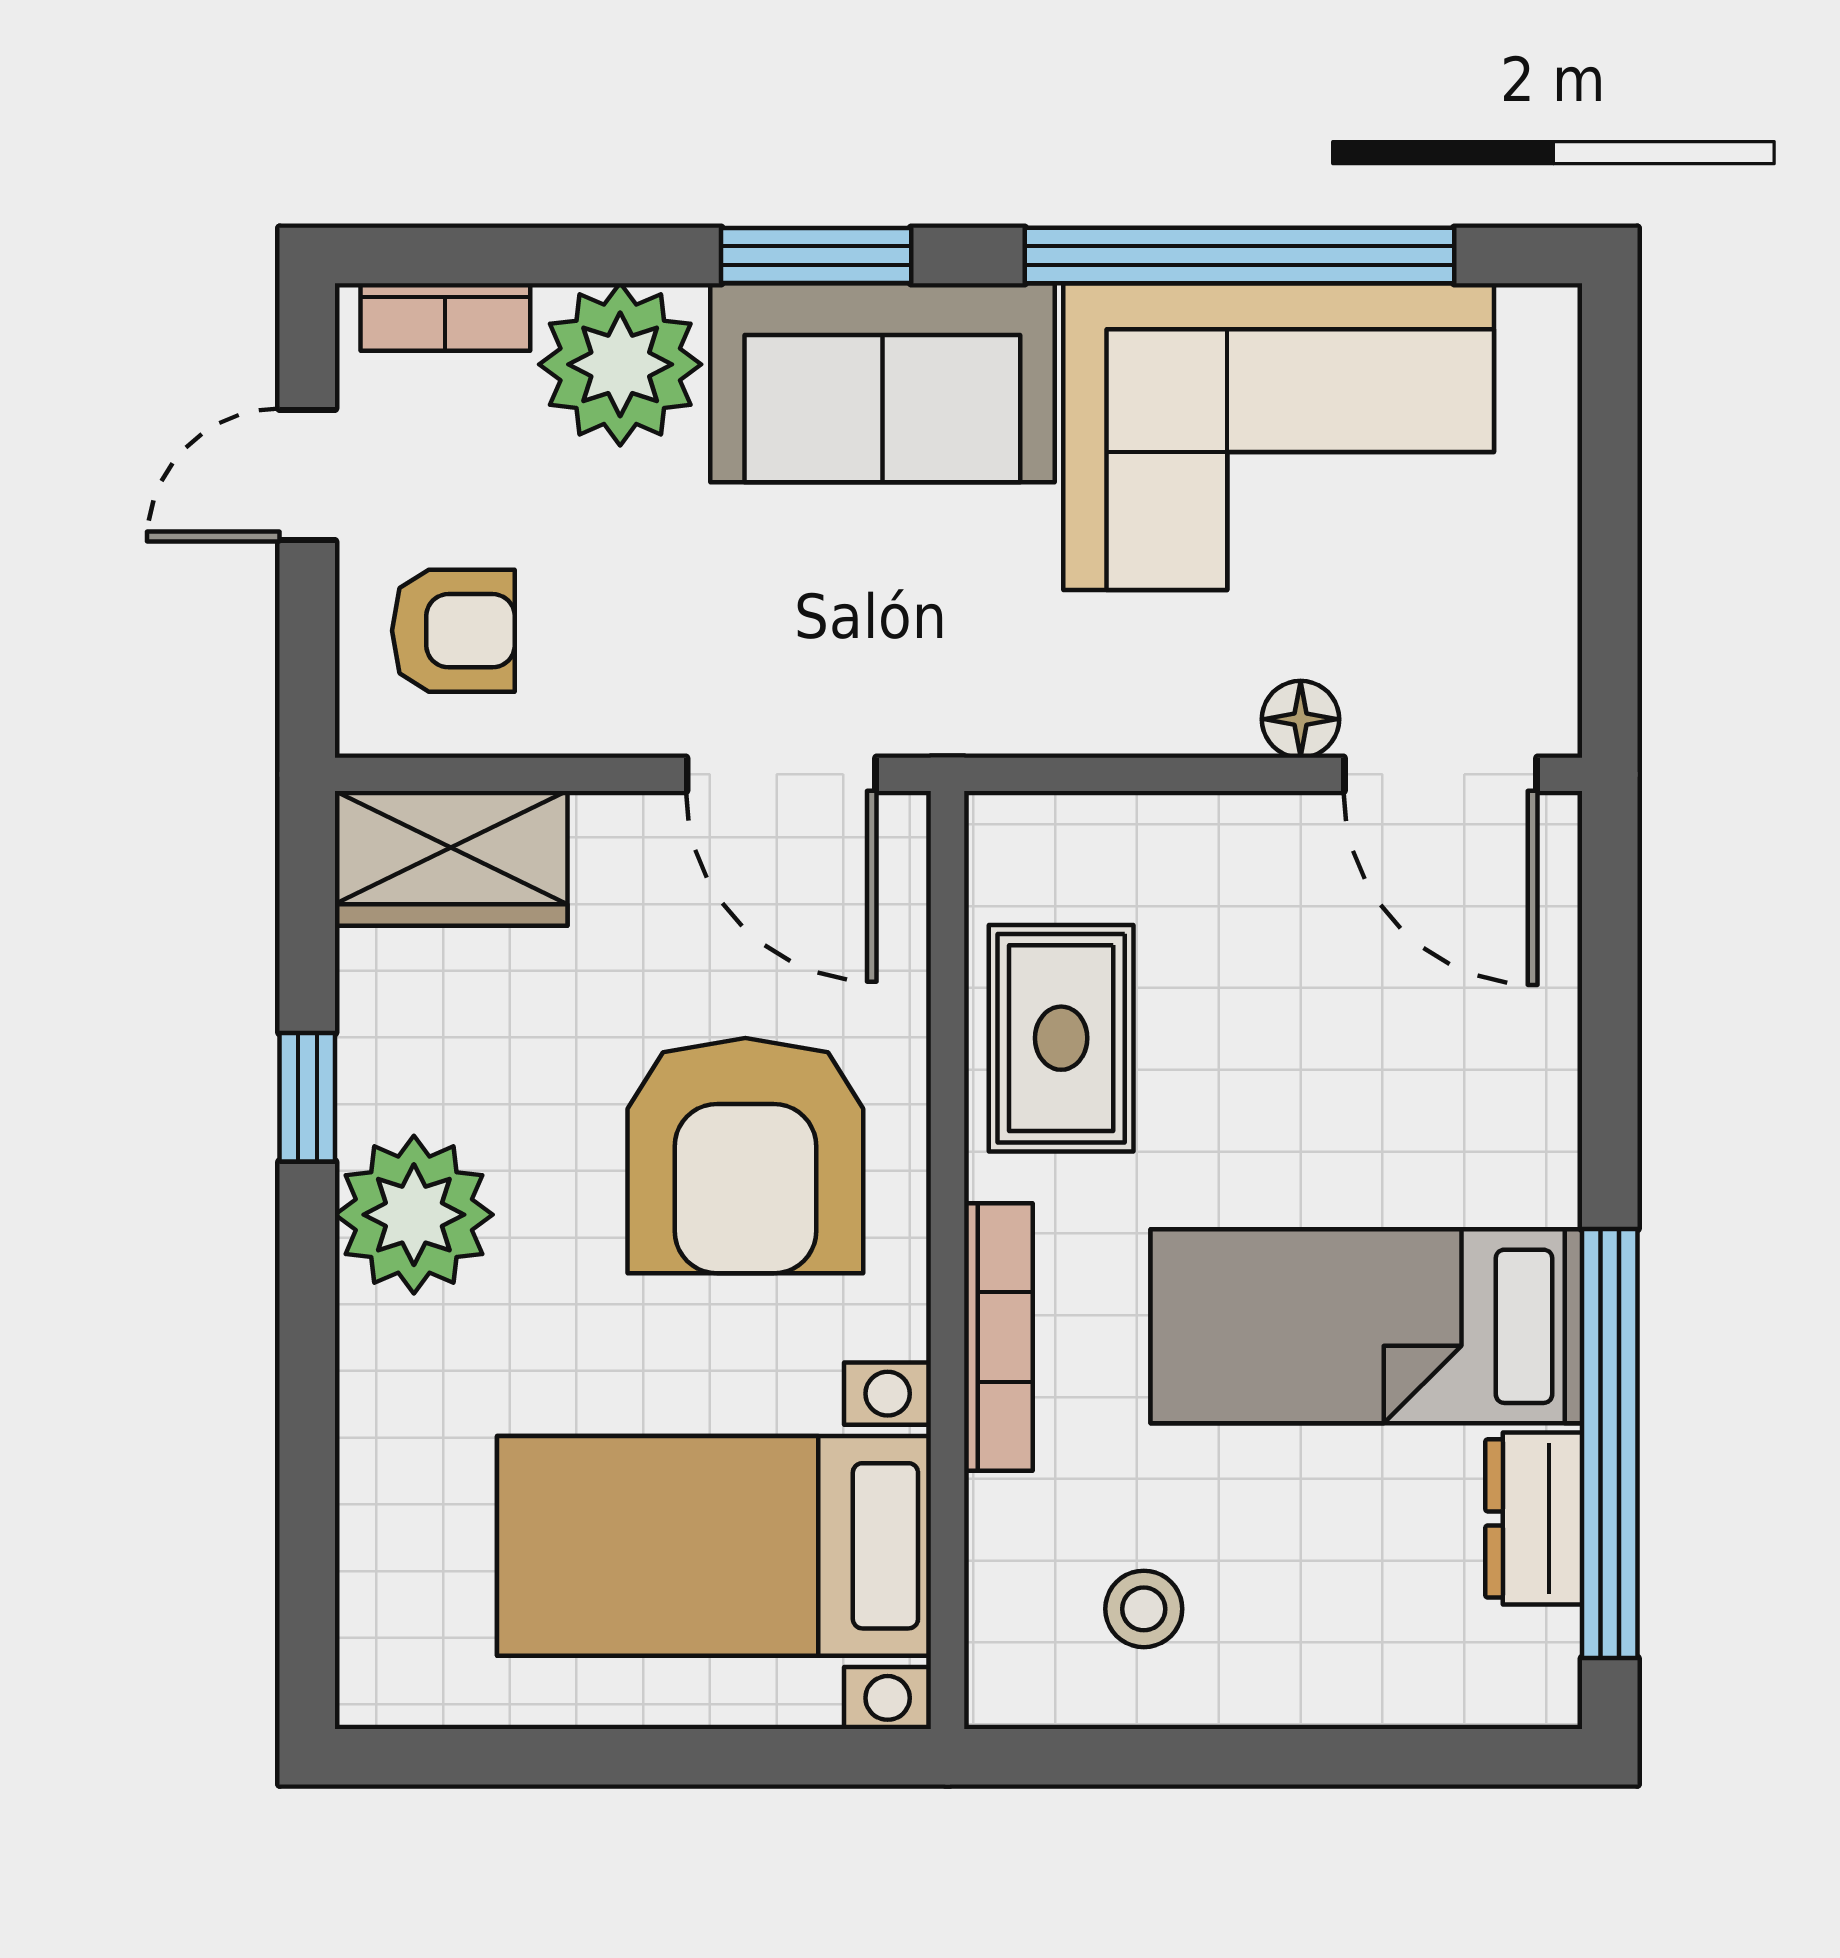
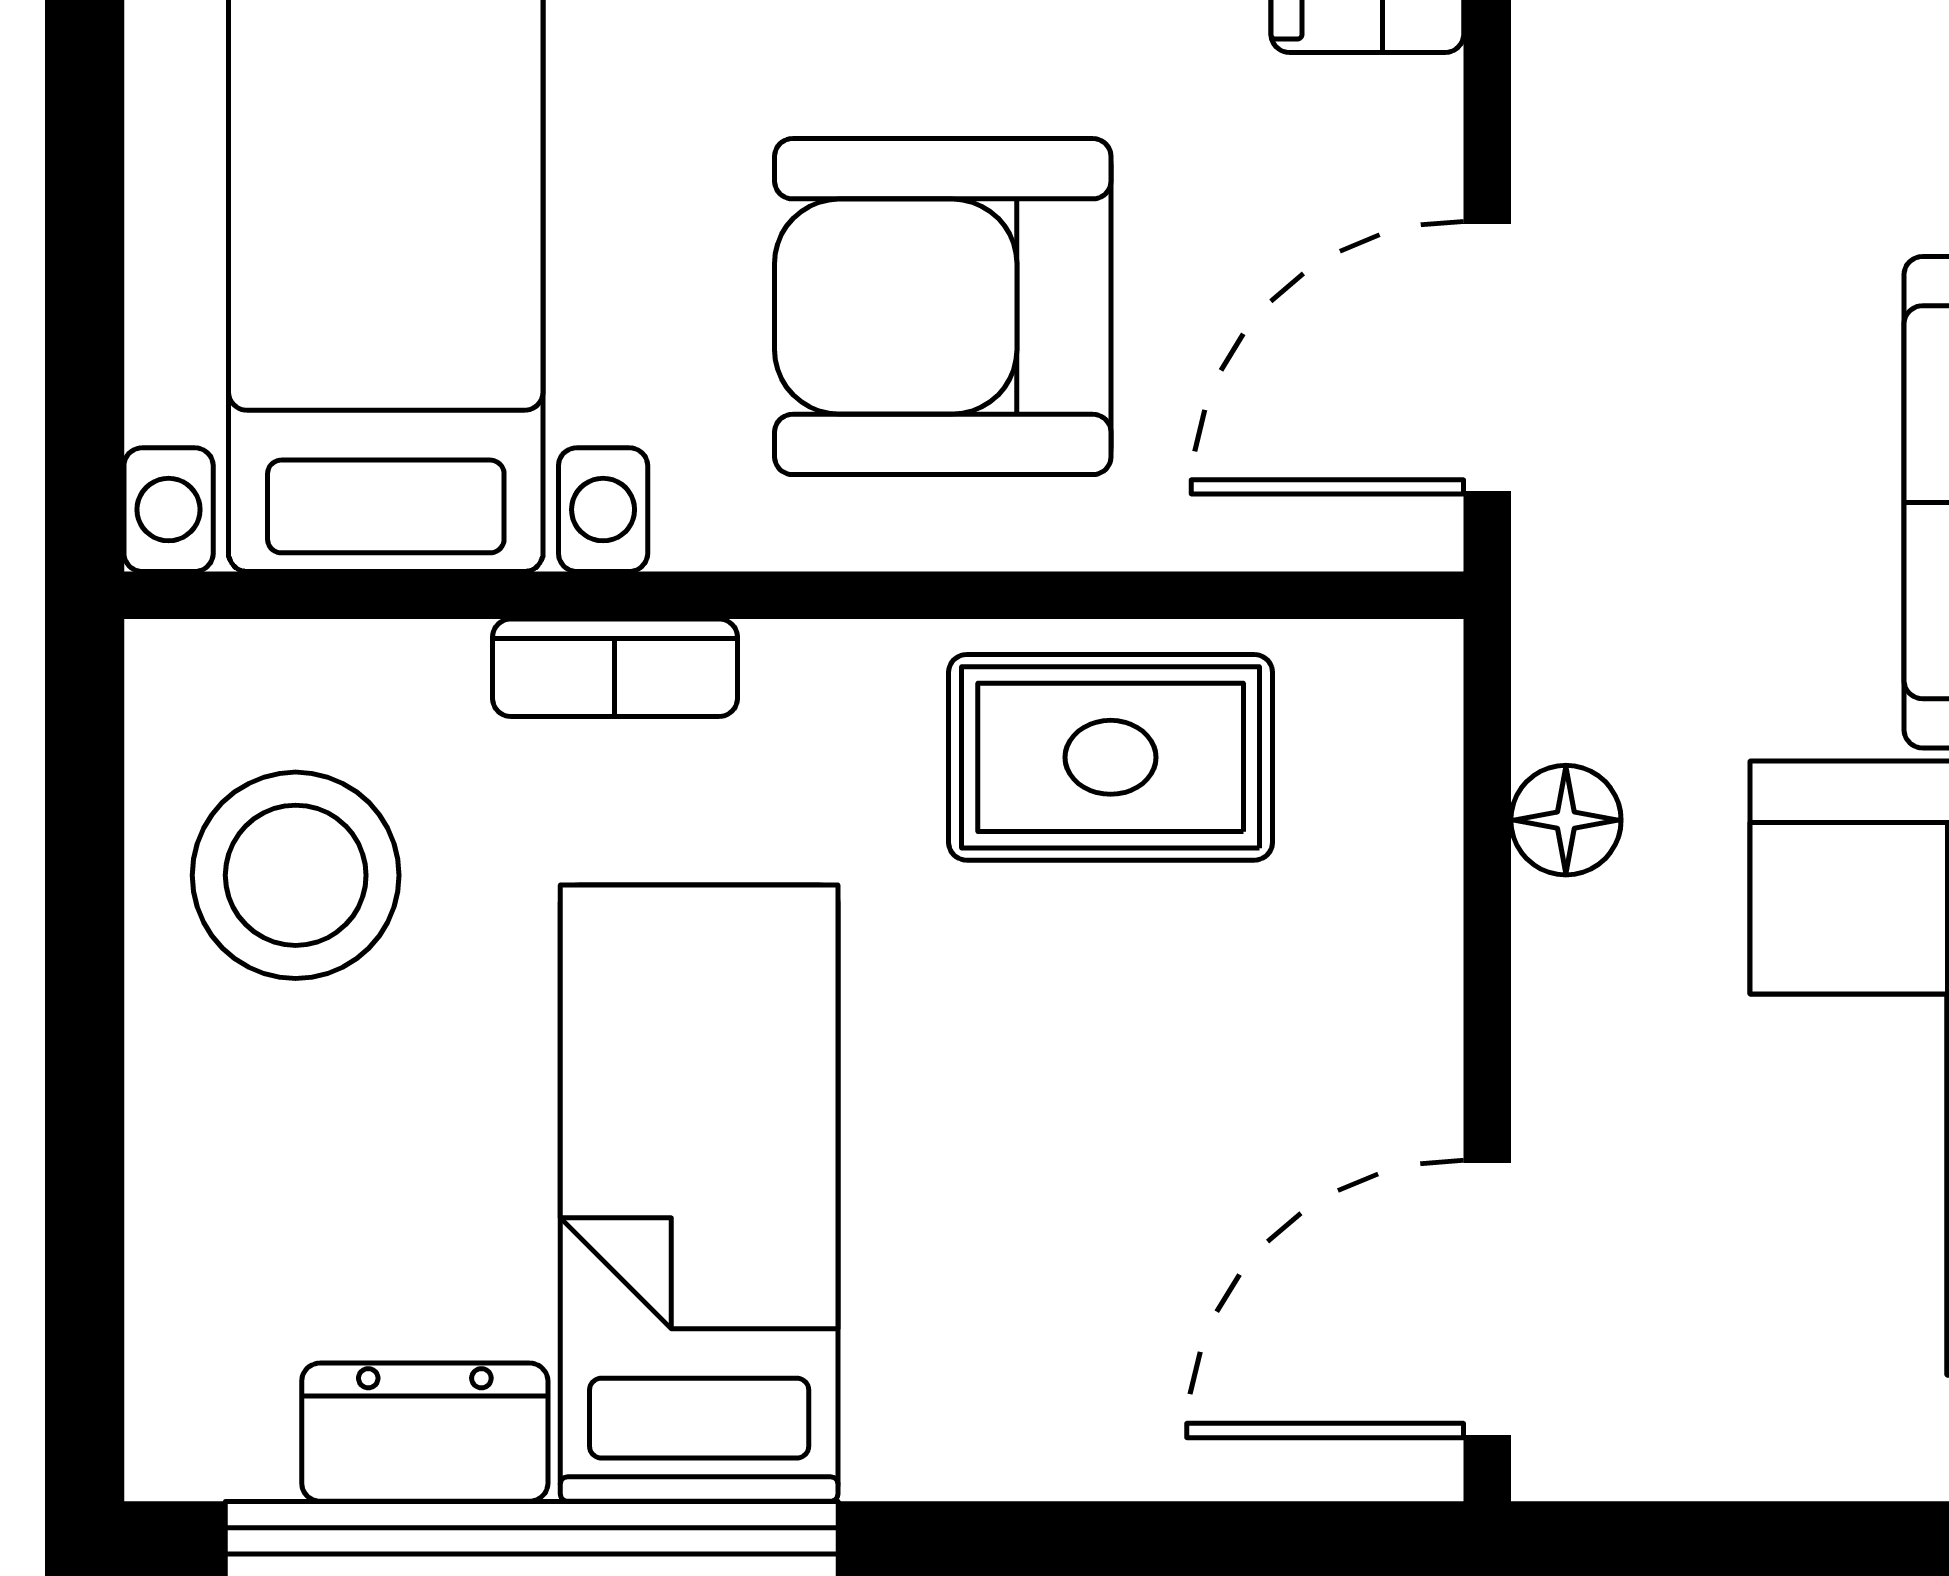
floor lamp: (1301, 719) -> (1566, 820), moved
bookcase: (998, 1337) -> (615, 668), width x0.64
stool: (1144, 1609) -> (296, 875), width x1.89, depth x1.89

